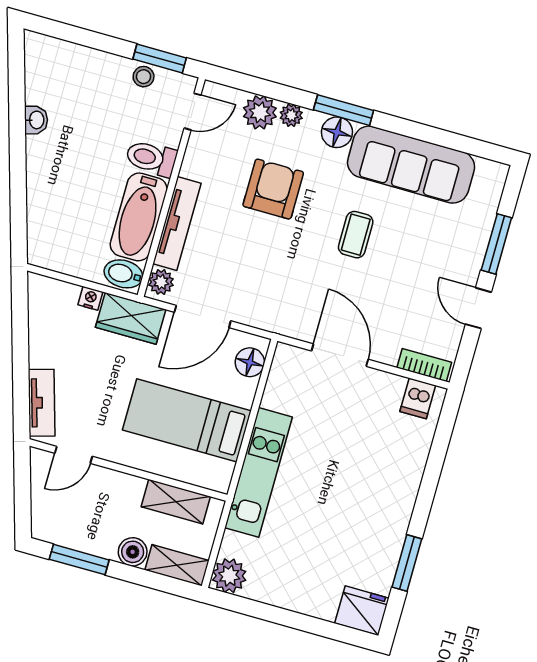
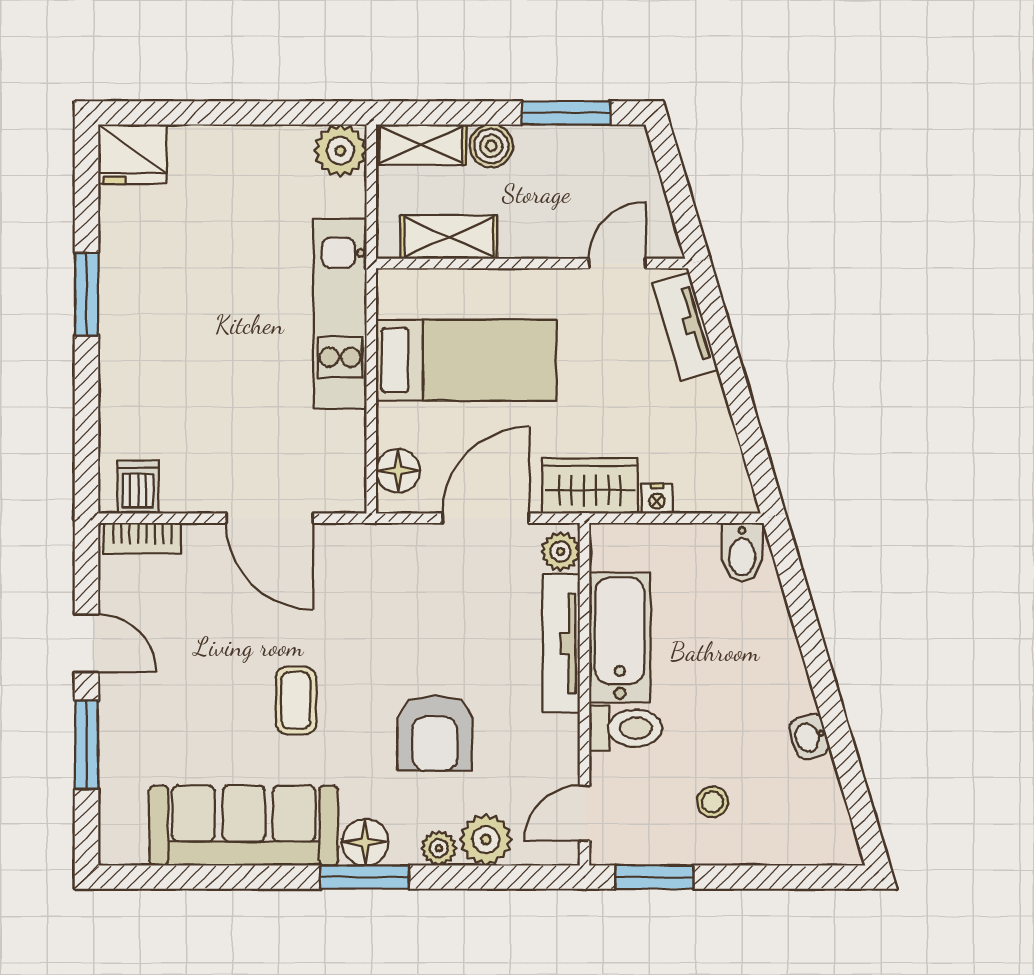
stool: (144, 77) -> (712, 802), moved
bidet: (123, 274) -> (742, 552), moved, turned 90
window: (407, 563) -> (86, 294), moved

